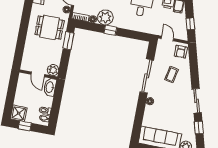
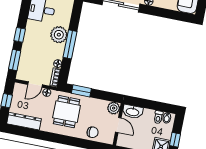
plant: (105, 17) -> (59, 35), moved
window: (110, 30) -> (70, 44), width x2.17
chair: (31, 51) -> (93, 132), added
door: (38, 74) -> (118, 125), hinge flipped

